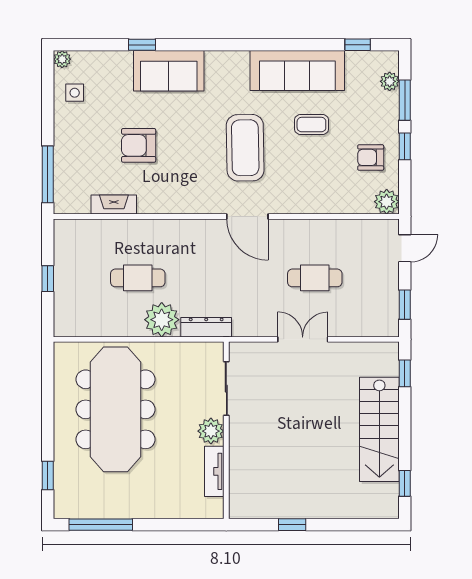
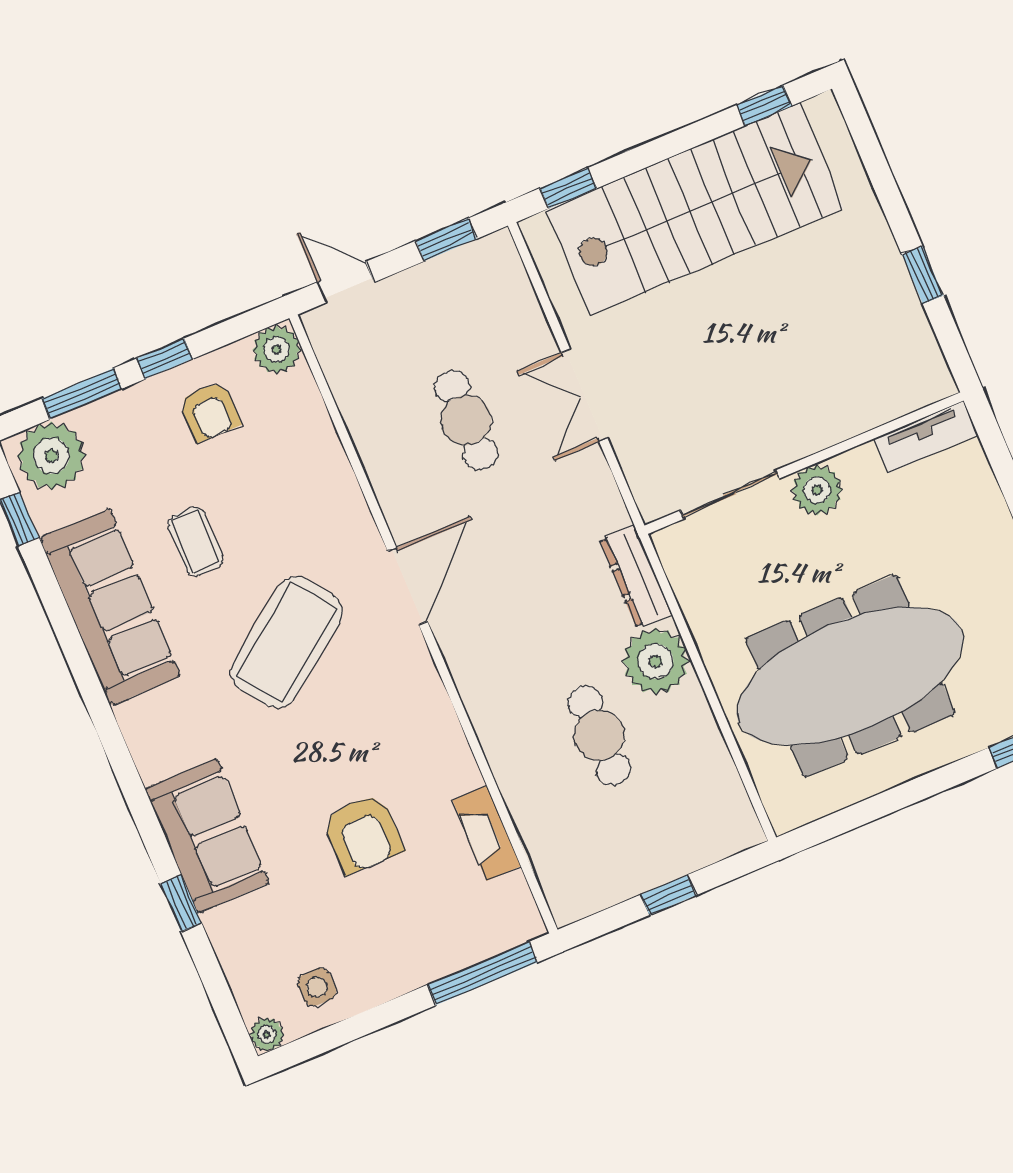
plant: (390, 81) -> (51, 456), width x1.88, depth x1.88
coffee table: (245, 148) -> (287, 642), turned -35
stairs: (379, 429) -> (695, 209), width x1.36, depth x1.51
tv unit: (214, 471) -> (926, 437), moved

